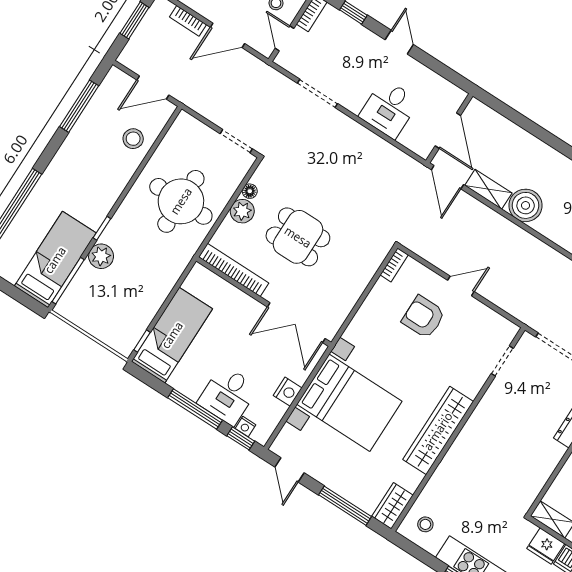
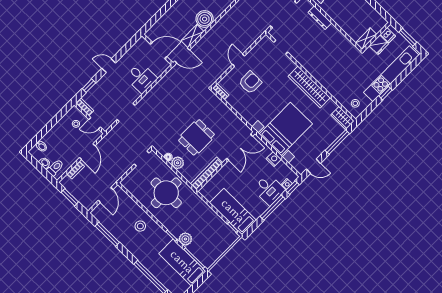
stool: (133, 139) -> (140, 226), moved
armchair: (423, 317) -> (250, 82), turned 180

